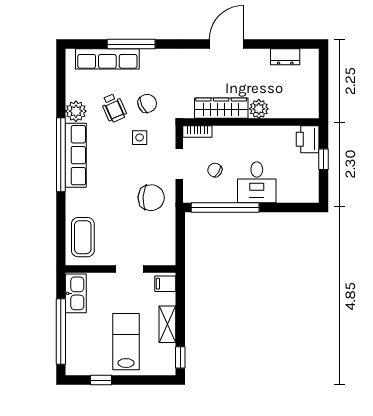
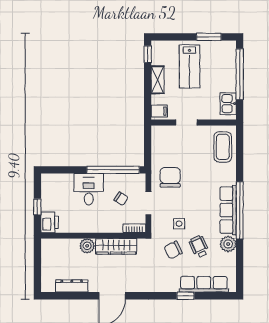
window: (131, 44) -> (186, 296), width x0.46
dresser: (285, 57) -> (72, 286), width x1.44
chair: (151, 198) -> (170, 177), turned 87
kitchen sink: (76, 293) -> (228, 104), width x0.73
window: (101, 380) -> (209, 37), width x1.50

